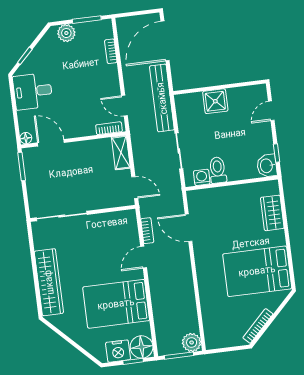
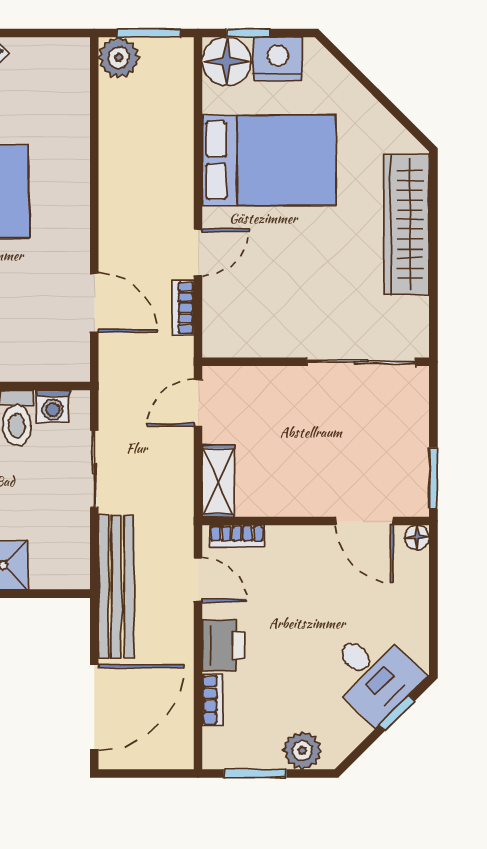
printer: (109, 77) -> (223, 645), added
desk: (33, 91) -> (373, 674), moved, turned 45
door: (135, 188) -> (198, 403), hinge flipped

